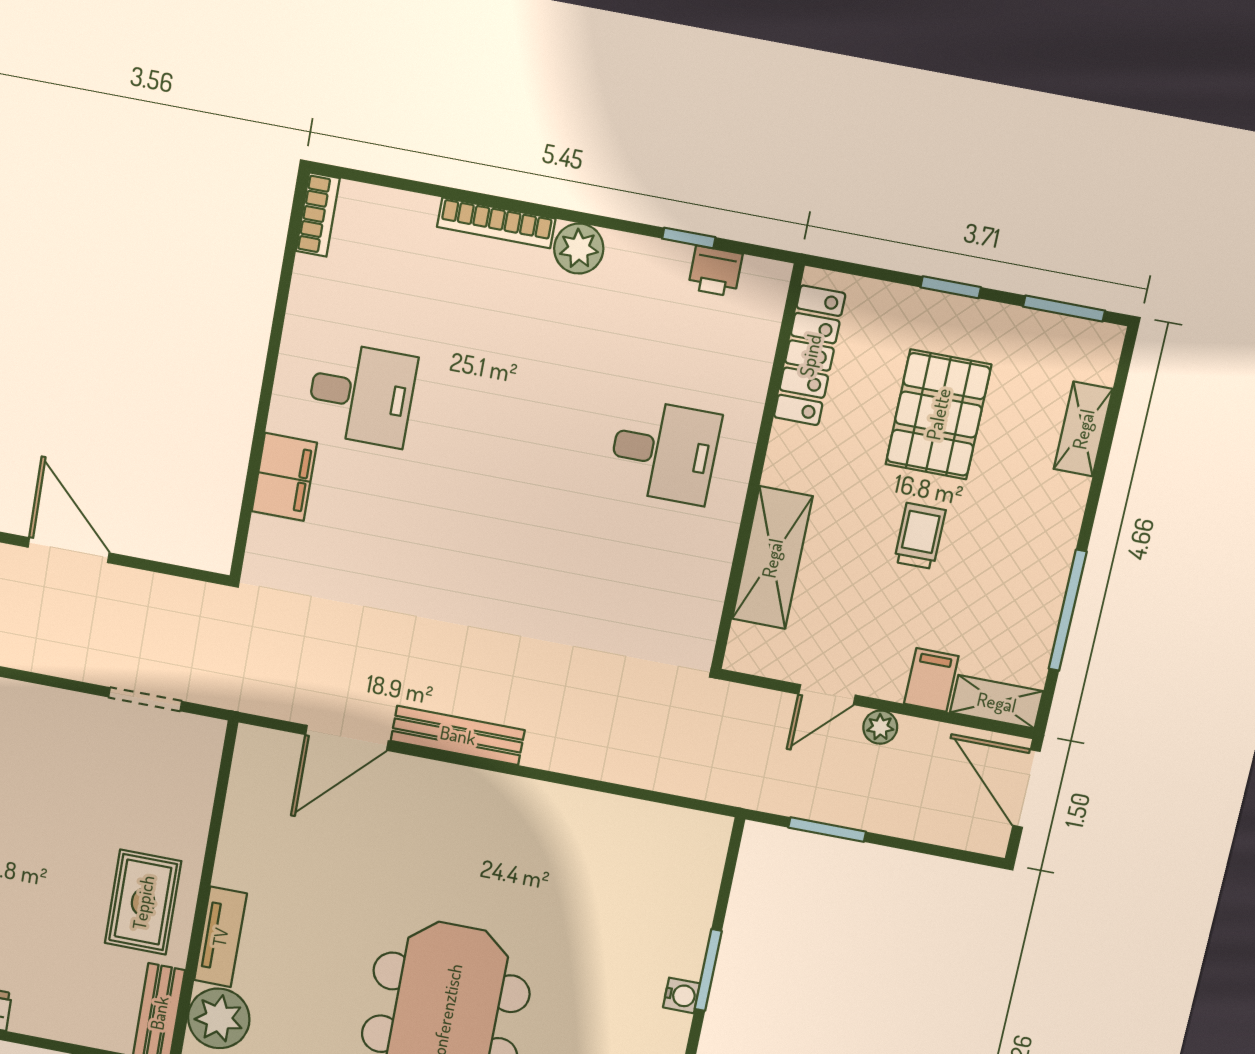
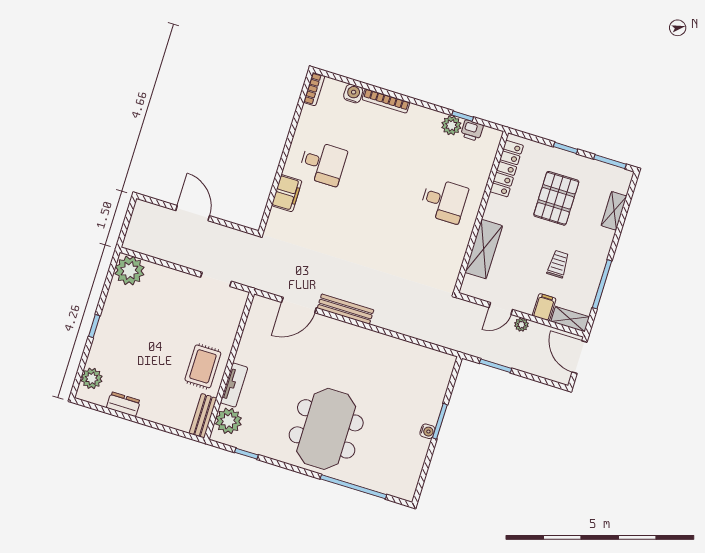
water cooler: (414, 214) -> (353, 93), added
plant: (579, 249) -> (451, 125), moved
trolley: (920, 536) -> (558, 264), moved

